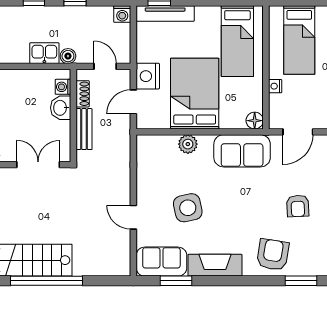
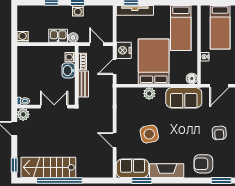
washing machine: (122, 14) -> (78, 11), moved
armchair: (273, 255) -> (203, 164), turned -99

